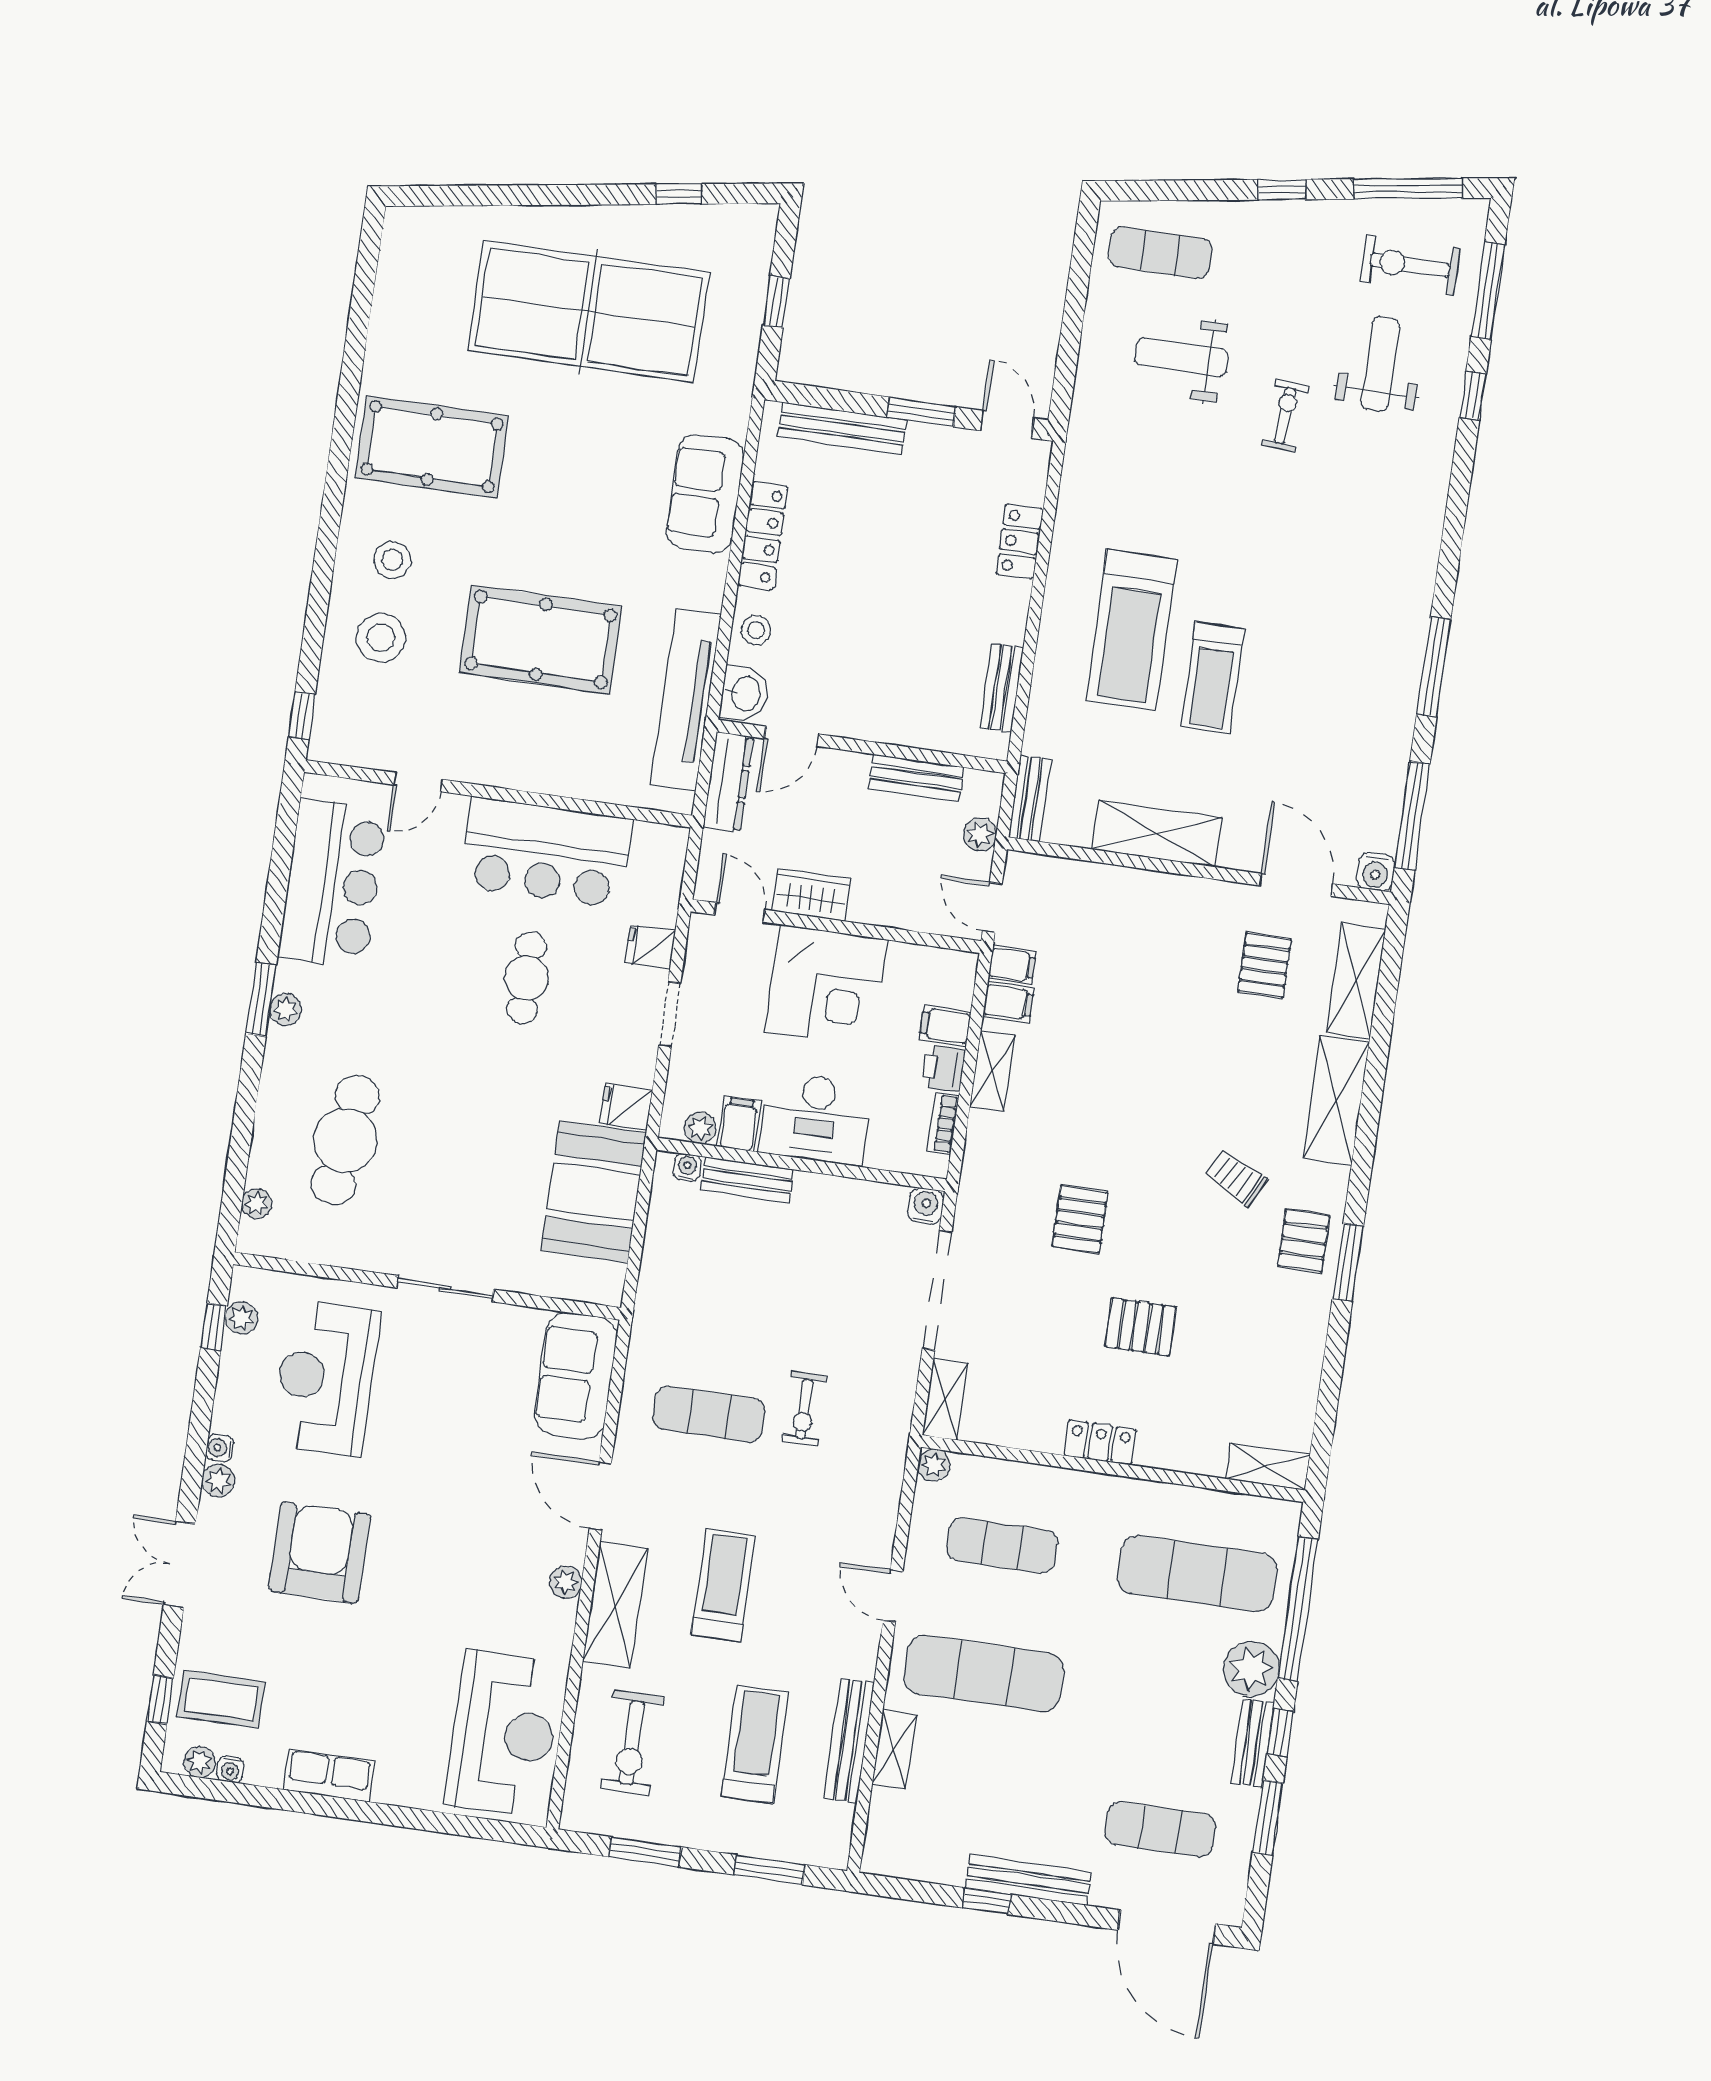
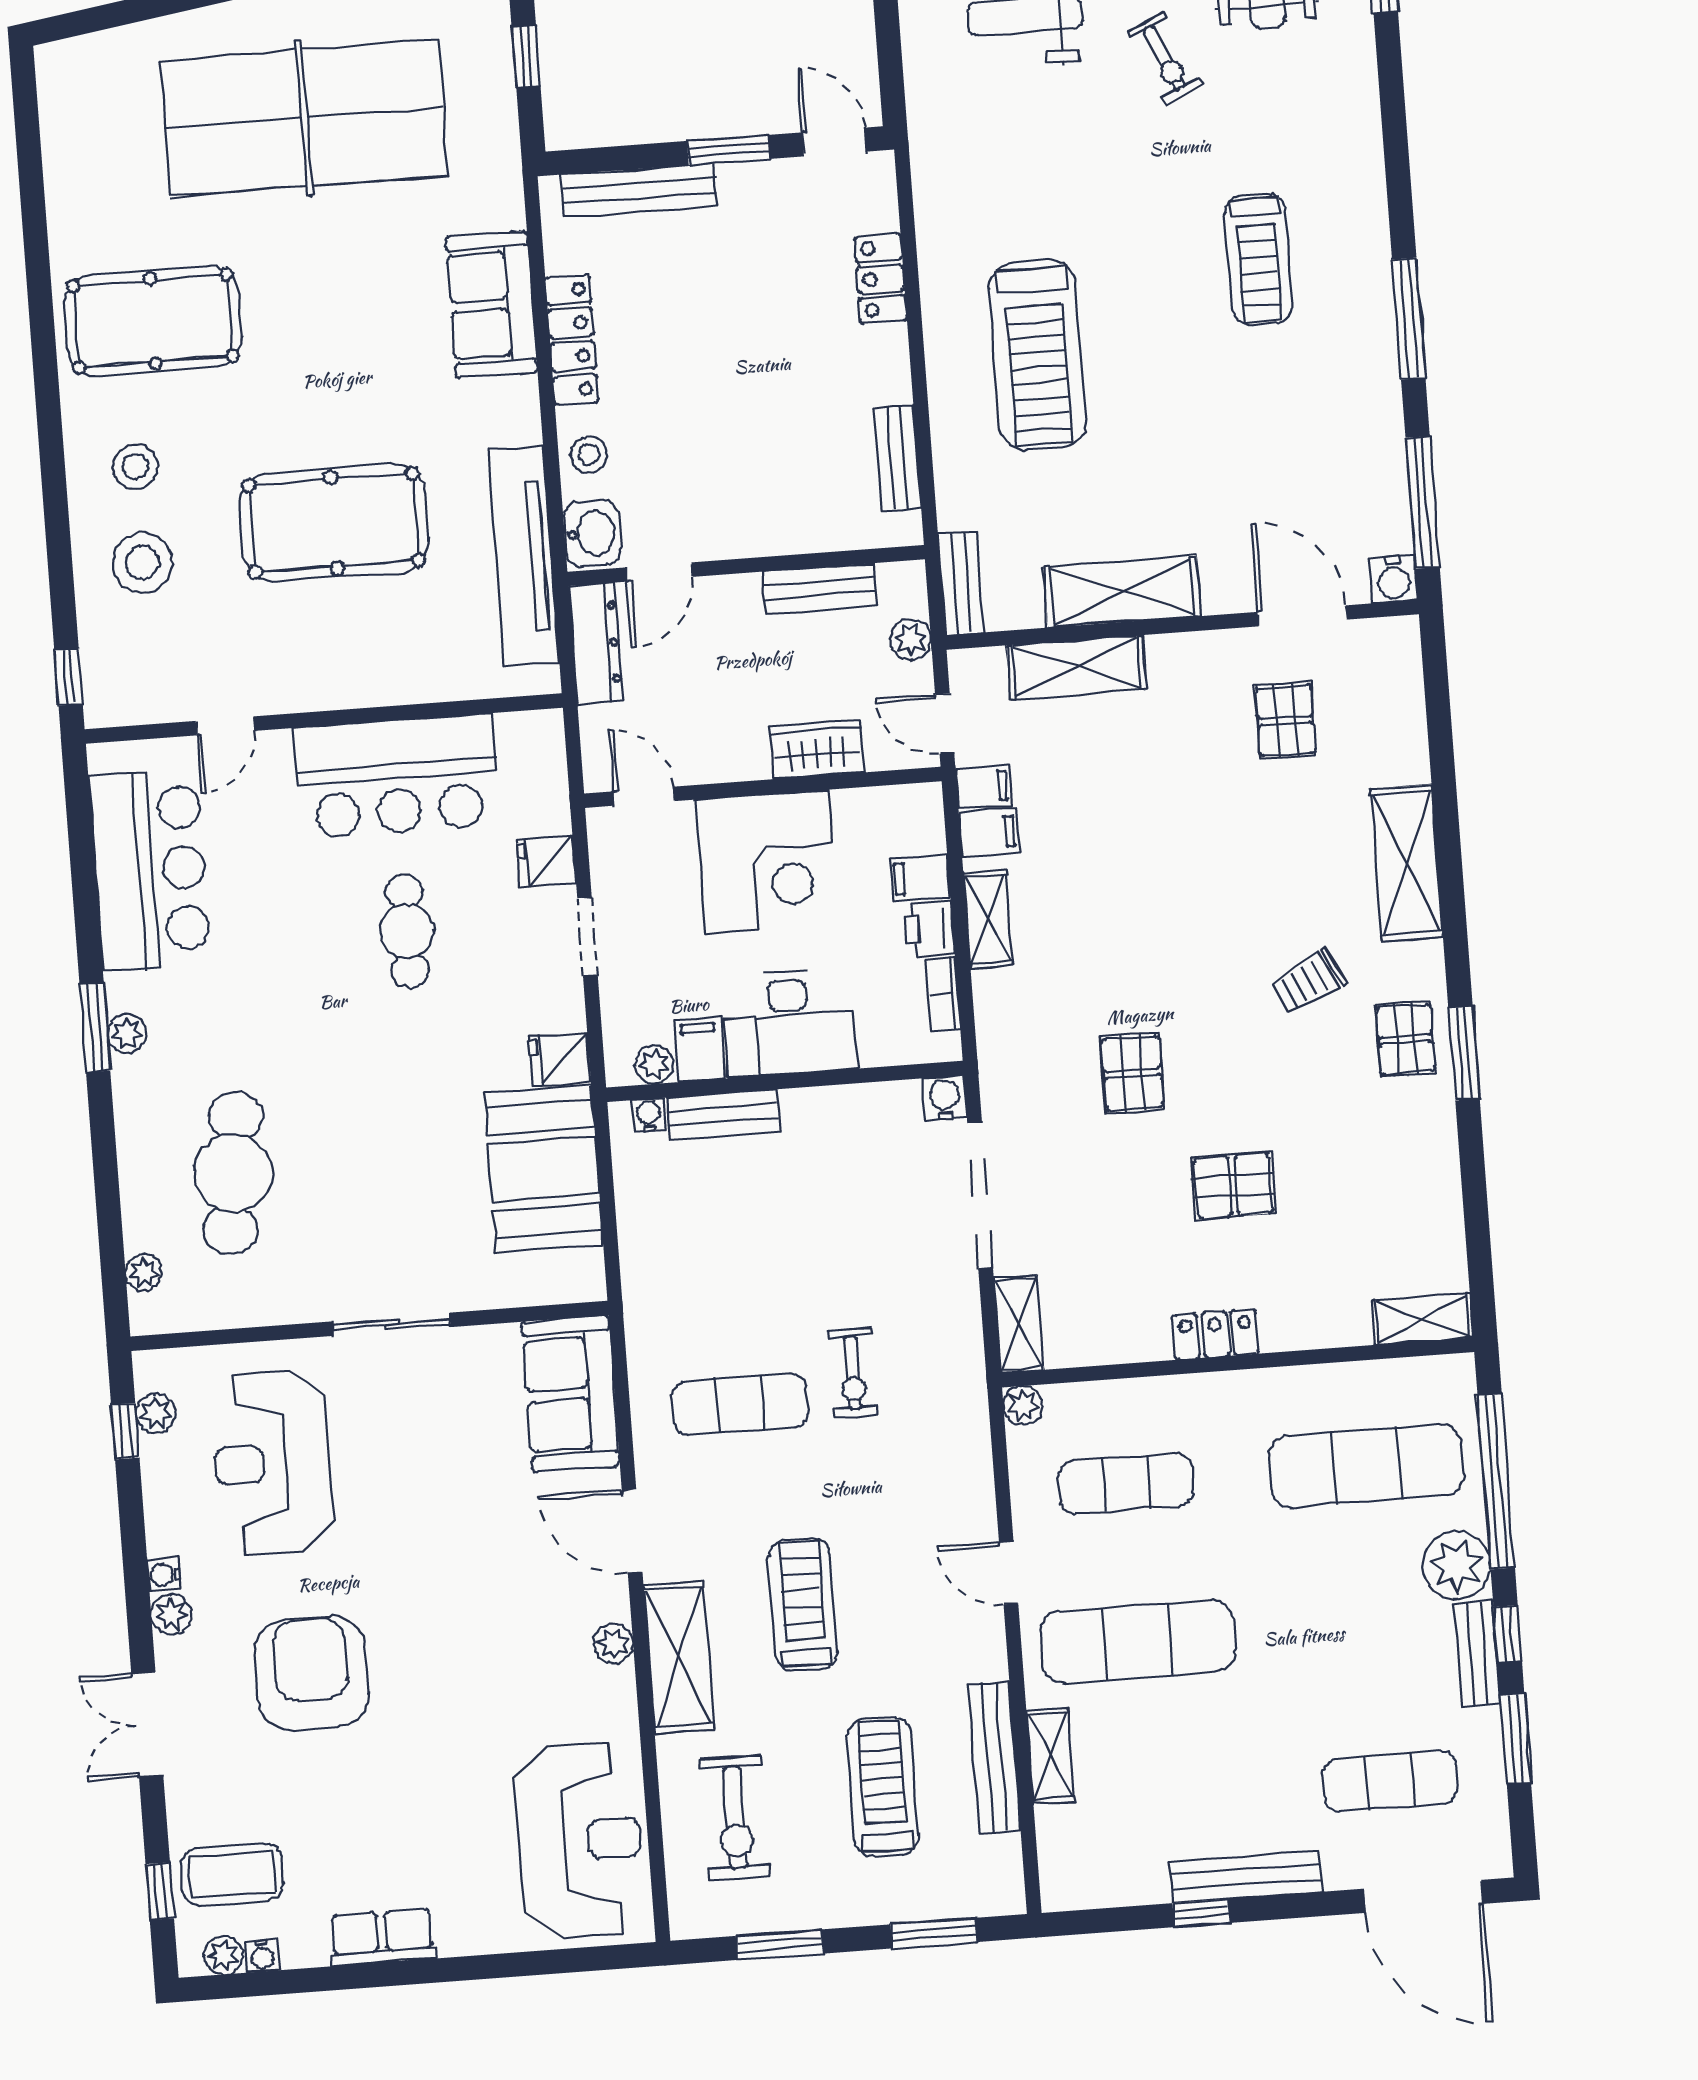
exercise bike: (1285, 416) -> (1165, 58), turned 152
treadmill: (1213, 678) -> (1259, 259), moved
wardrobe: (811, 895) -> (817, 750), moved
shelving: (1356, 981) -> (1077, 667), moved, turned 90
trolley: (1236, 1178) -> (1308, 982), turned -55

